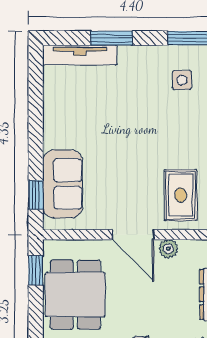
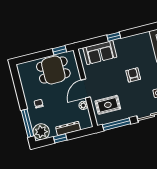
armchair: (129, 124) -> (133, 75), added
window: (36, 195) -> (114, 37), moved

